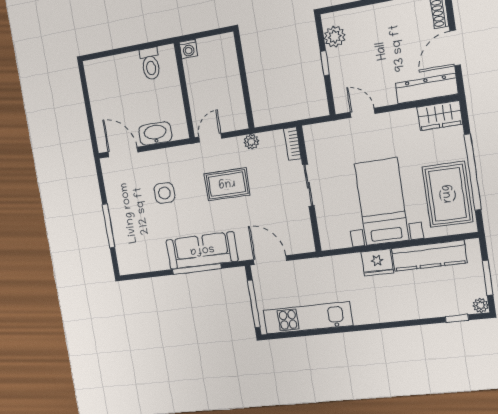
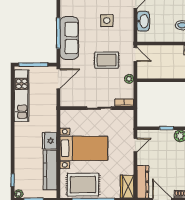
rug: (227, 184) -> (107, 60), turned 90

